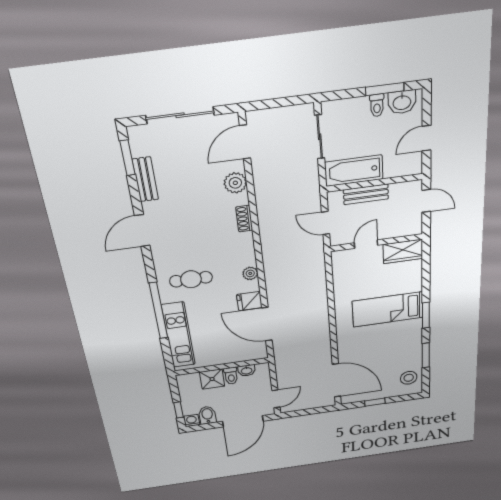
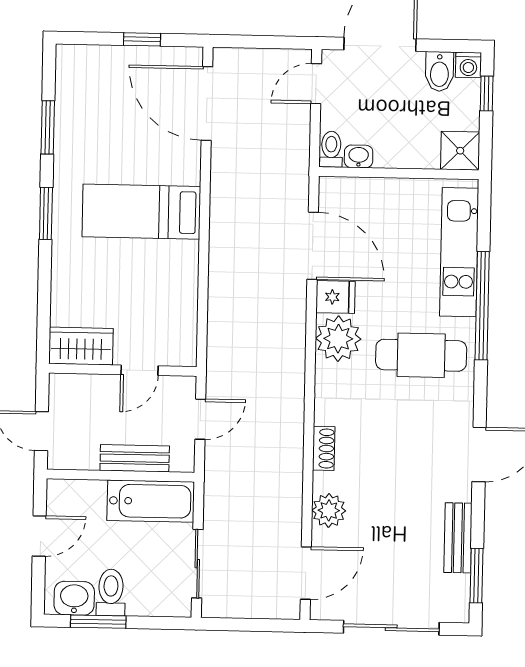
toilet: (377, 105) -> (111, 592), width x1.37, depth x1.39
door: (326, 223) -> (200, 419), hinge flipped
plant: (250, 273) -> (338, 339), width x1.88, depth x1.88
cafe table: (191, 279) -> (421, 355), width x1.37, depth x1.35
bed: (388, 309) -> (141, 212), moved, turned 180
toilet: (231, 376) -> (331, 149), moved
stool: (409, 378) -> (79, 83), removed
shower: (212, 379) -> (460, 151), moved

